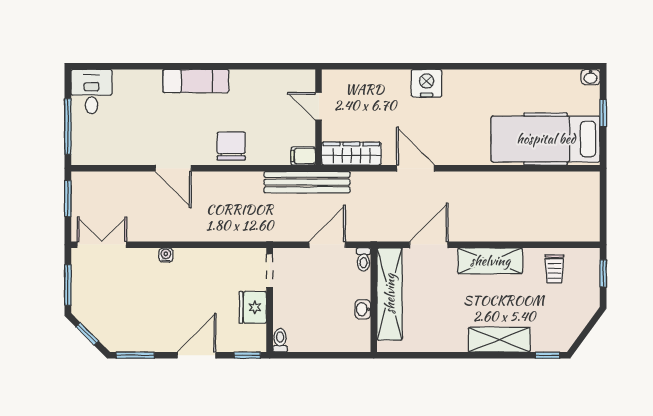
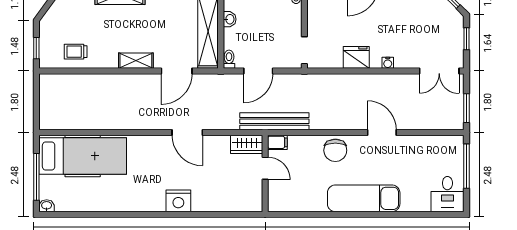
exam couch: (196, 81) -> (364, 198), width x1.36, depth x1.45
door: (319, 106) -> (265, 168), moved
window: (603, 113) -> (36, 177), width x2.17
wardrobe: (351, 154) -> (247, 144), width x0.67
shelving: (490, 261) -> (136, 61), width x0.67, depth x0.75
trolley: (554, 269) -> (76, 52), turned -90
window: (68, 285) -> (466, 39), width x0.67
fridge: (253, 307) -> (356, 57), moved, turned -90

